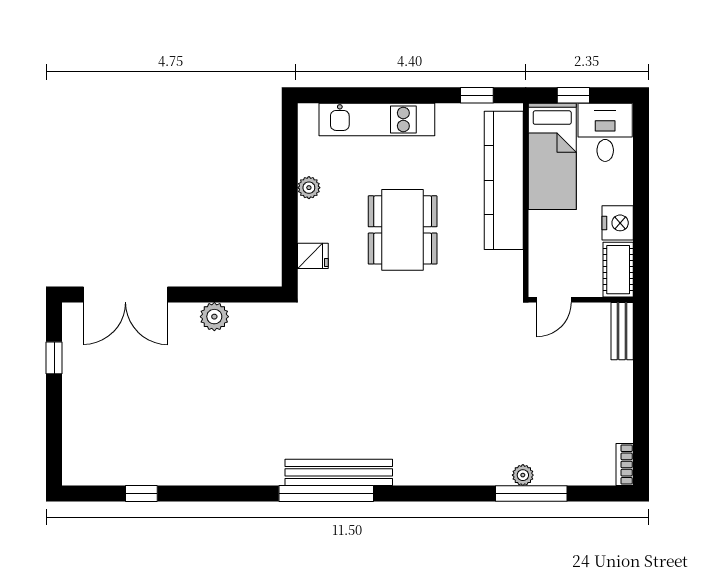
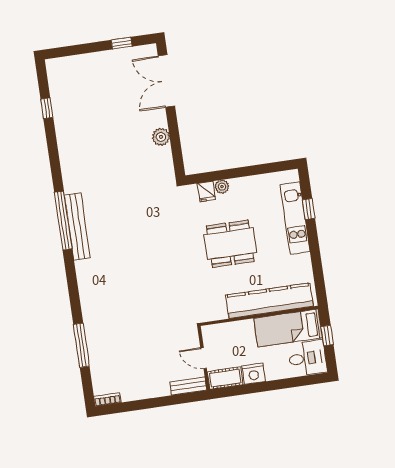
window: (477, 95) -> (309, 209), moved
plant: (309, 188) -> (222, 187), moved
door: (554, 300) -> (204, 358), moved
plant: (523, 475) -> (92, 338), removed

